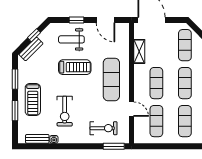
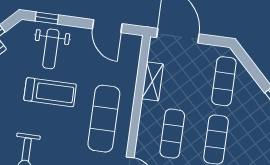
window: (77, 20) -> (47, 18), moved
weight bench: (71, 39) -> (51, 49), turned -90

